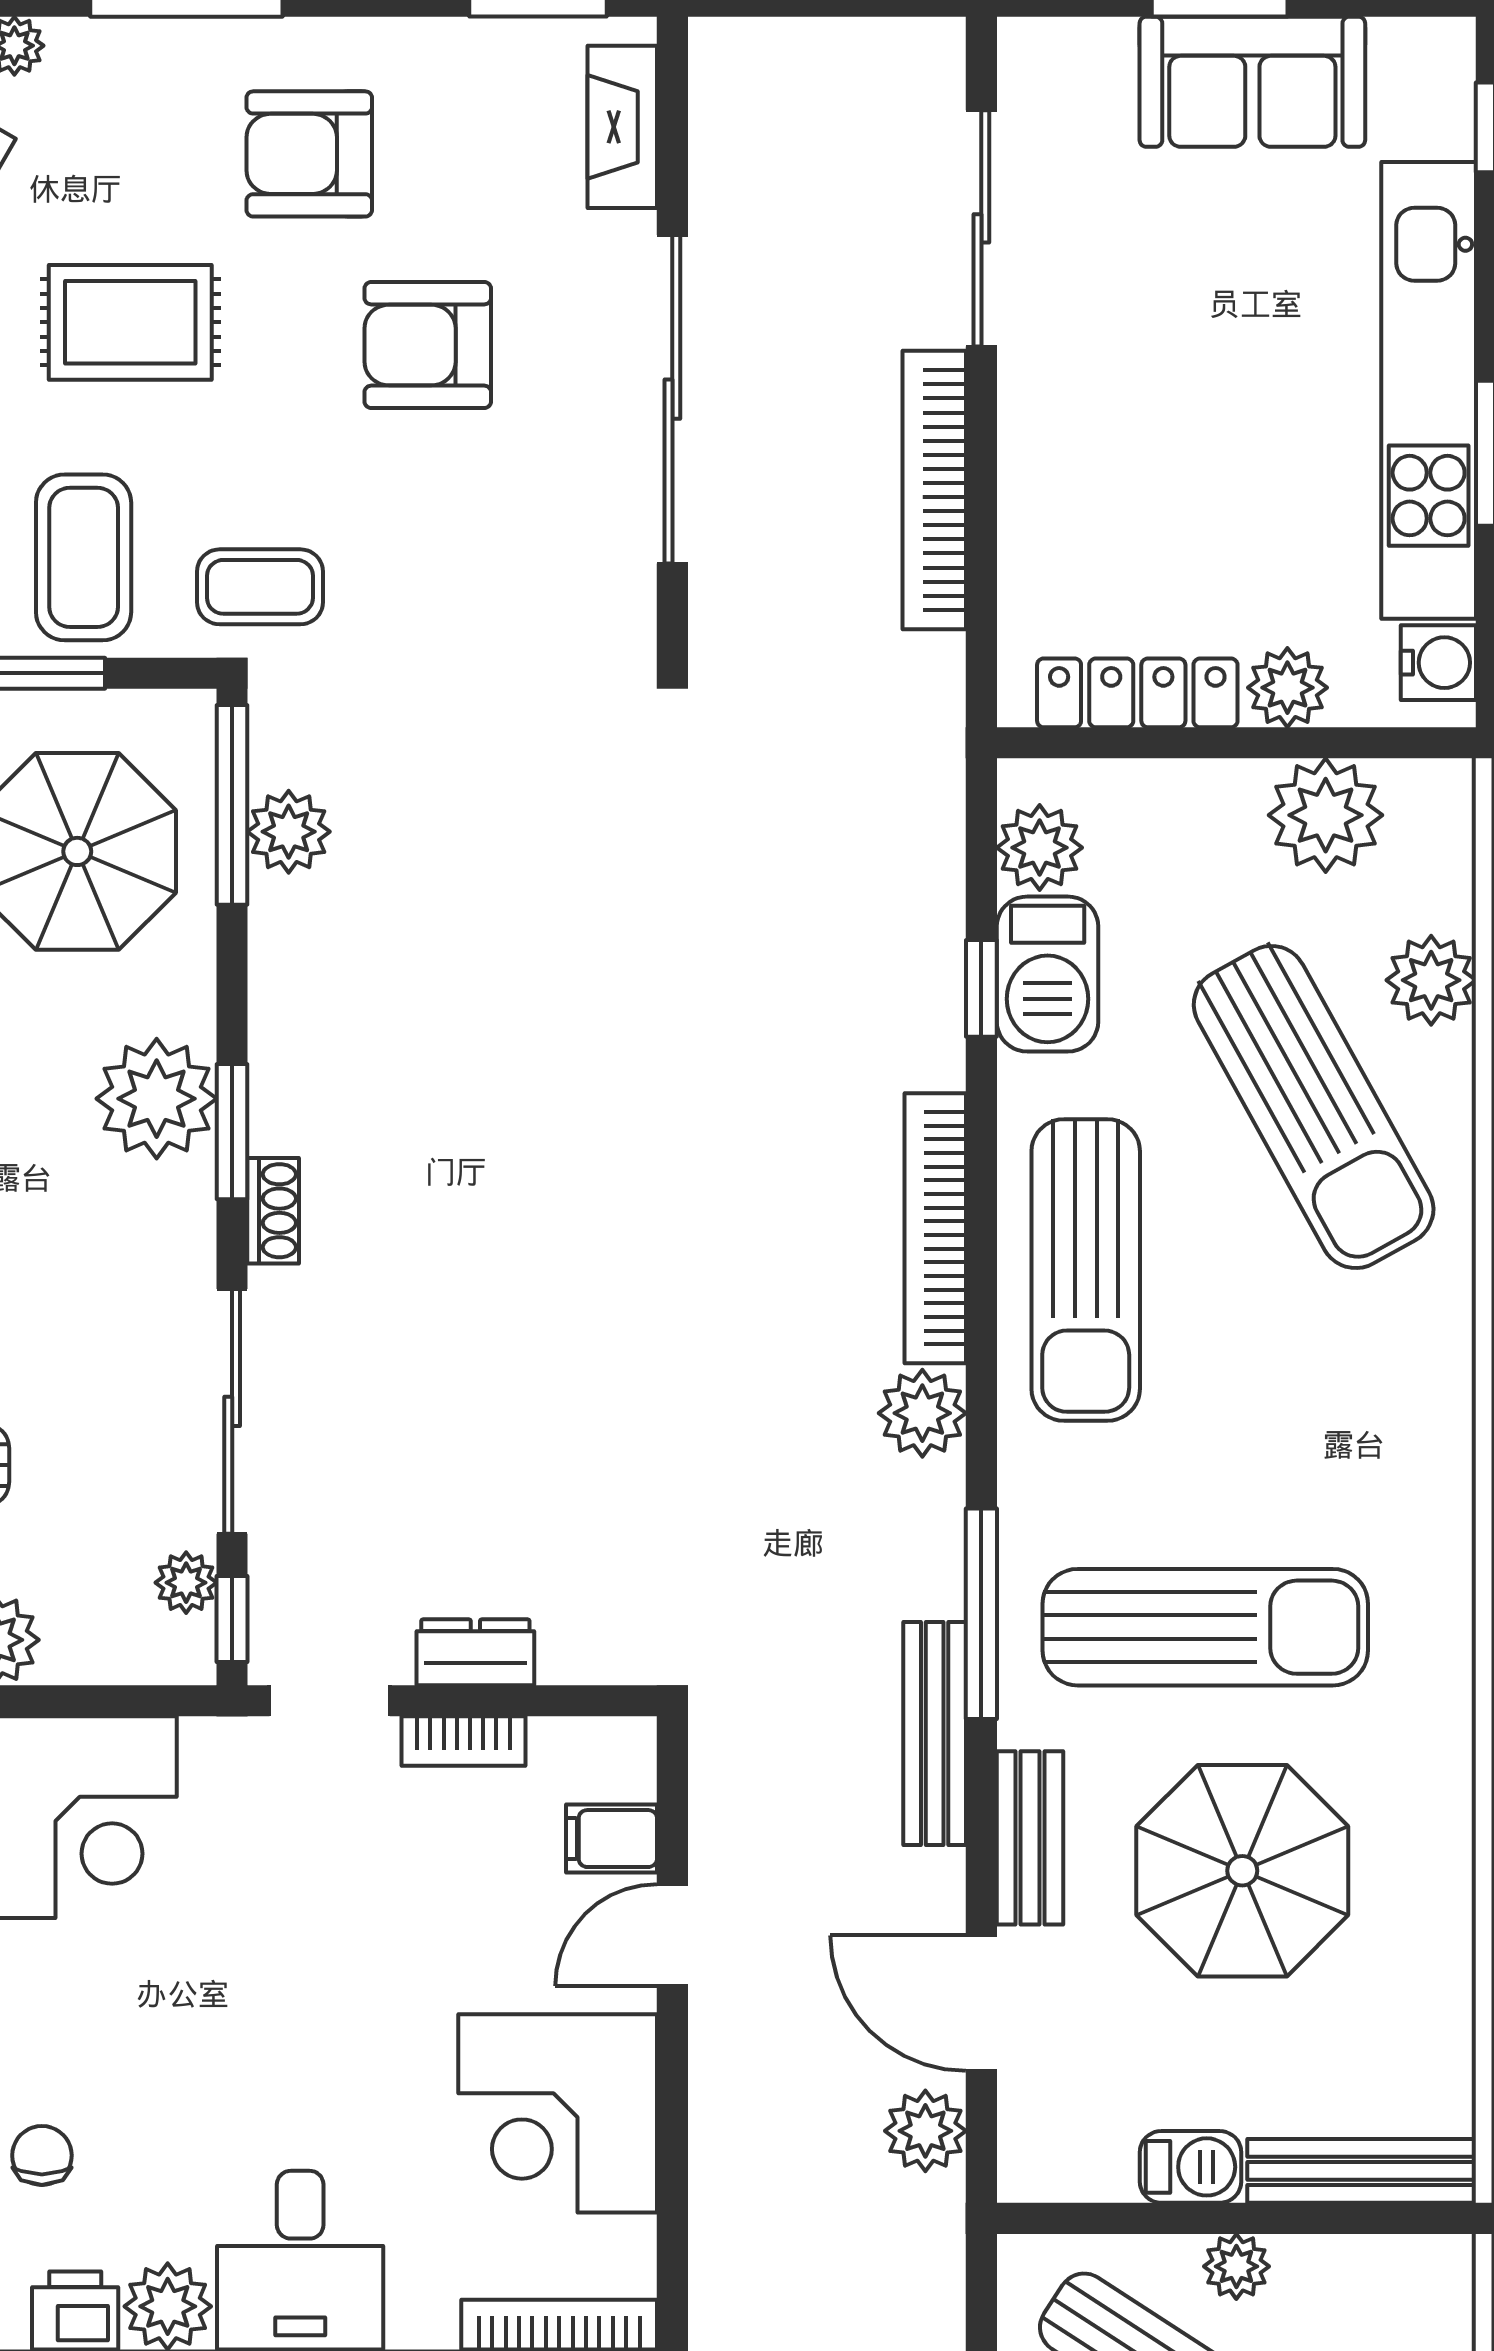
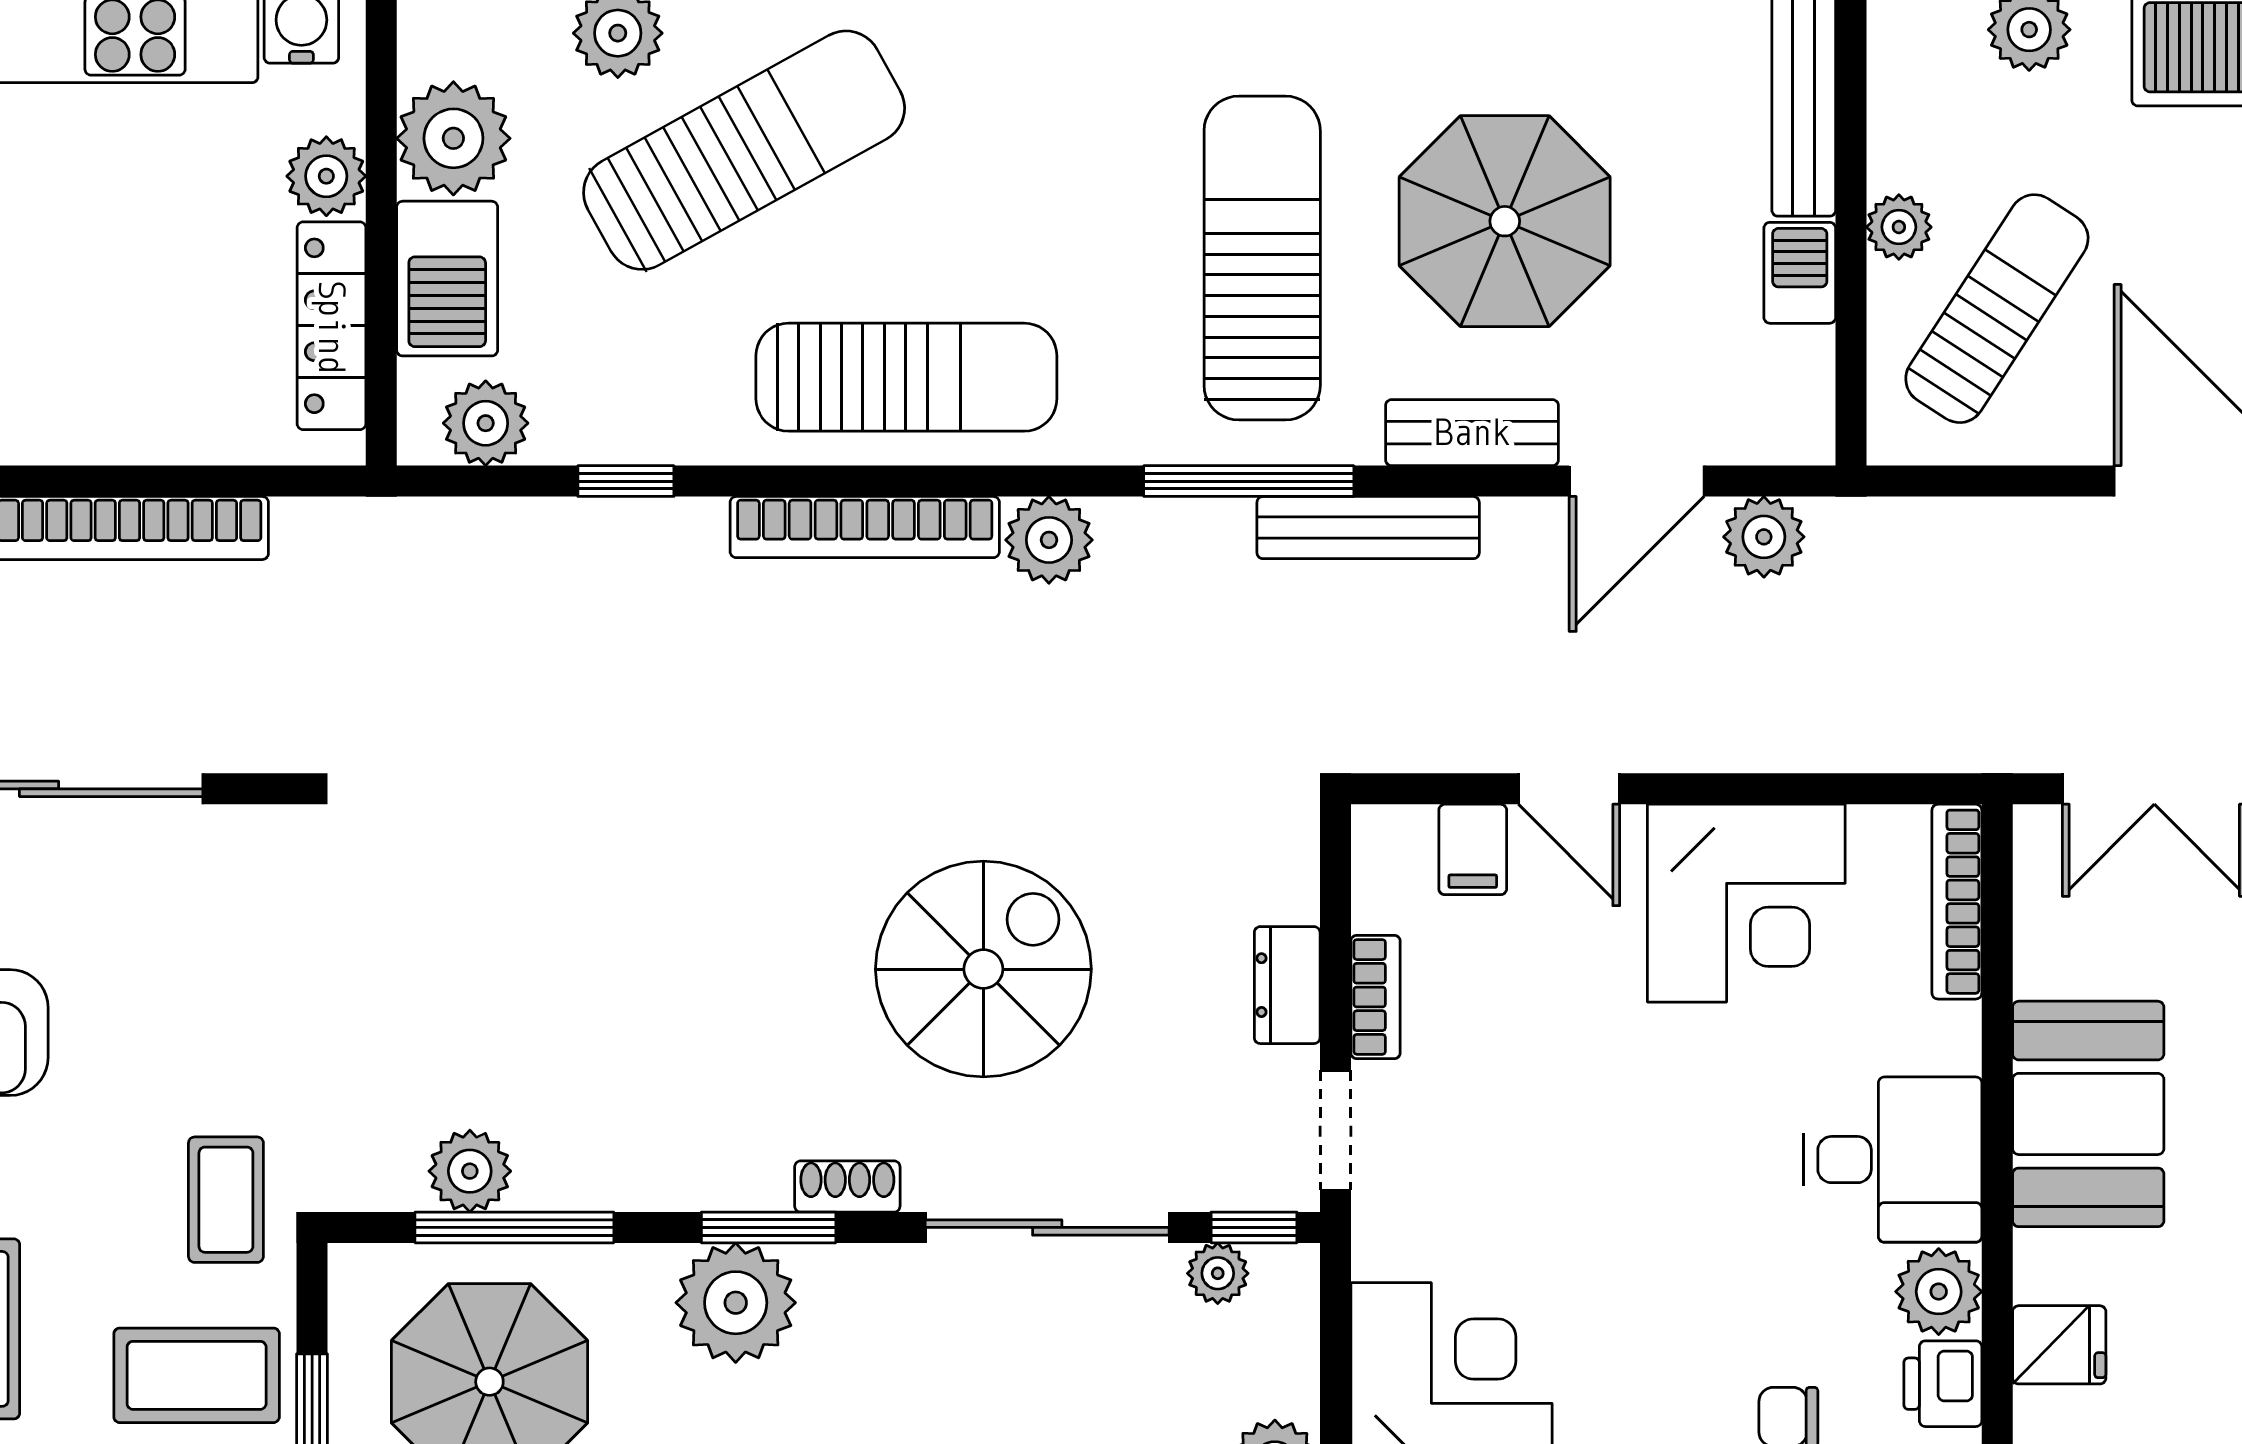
window: (232, 805) -> (514, 1227), moved
barbecue: (1048, 974) -> (447, 279), moved, turned 90
spiral stairs: (492, 1347) -> (983, 969), added

